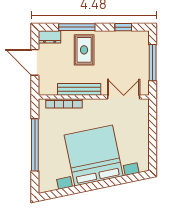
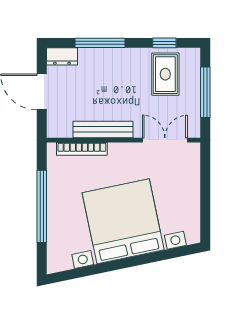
rug: (84, 50) -> (165, 74), moved

